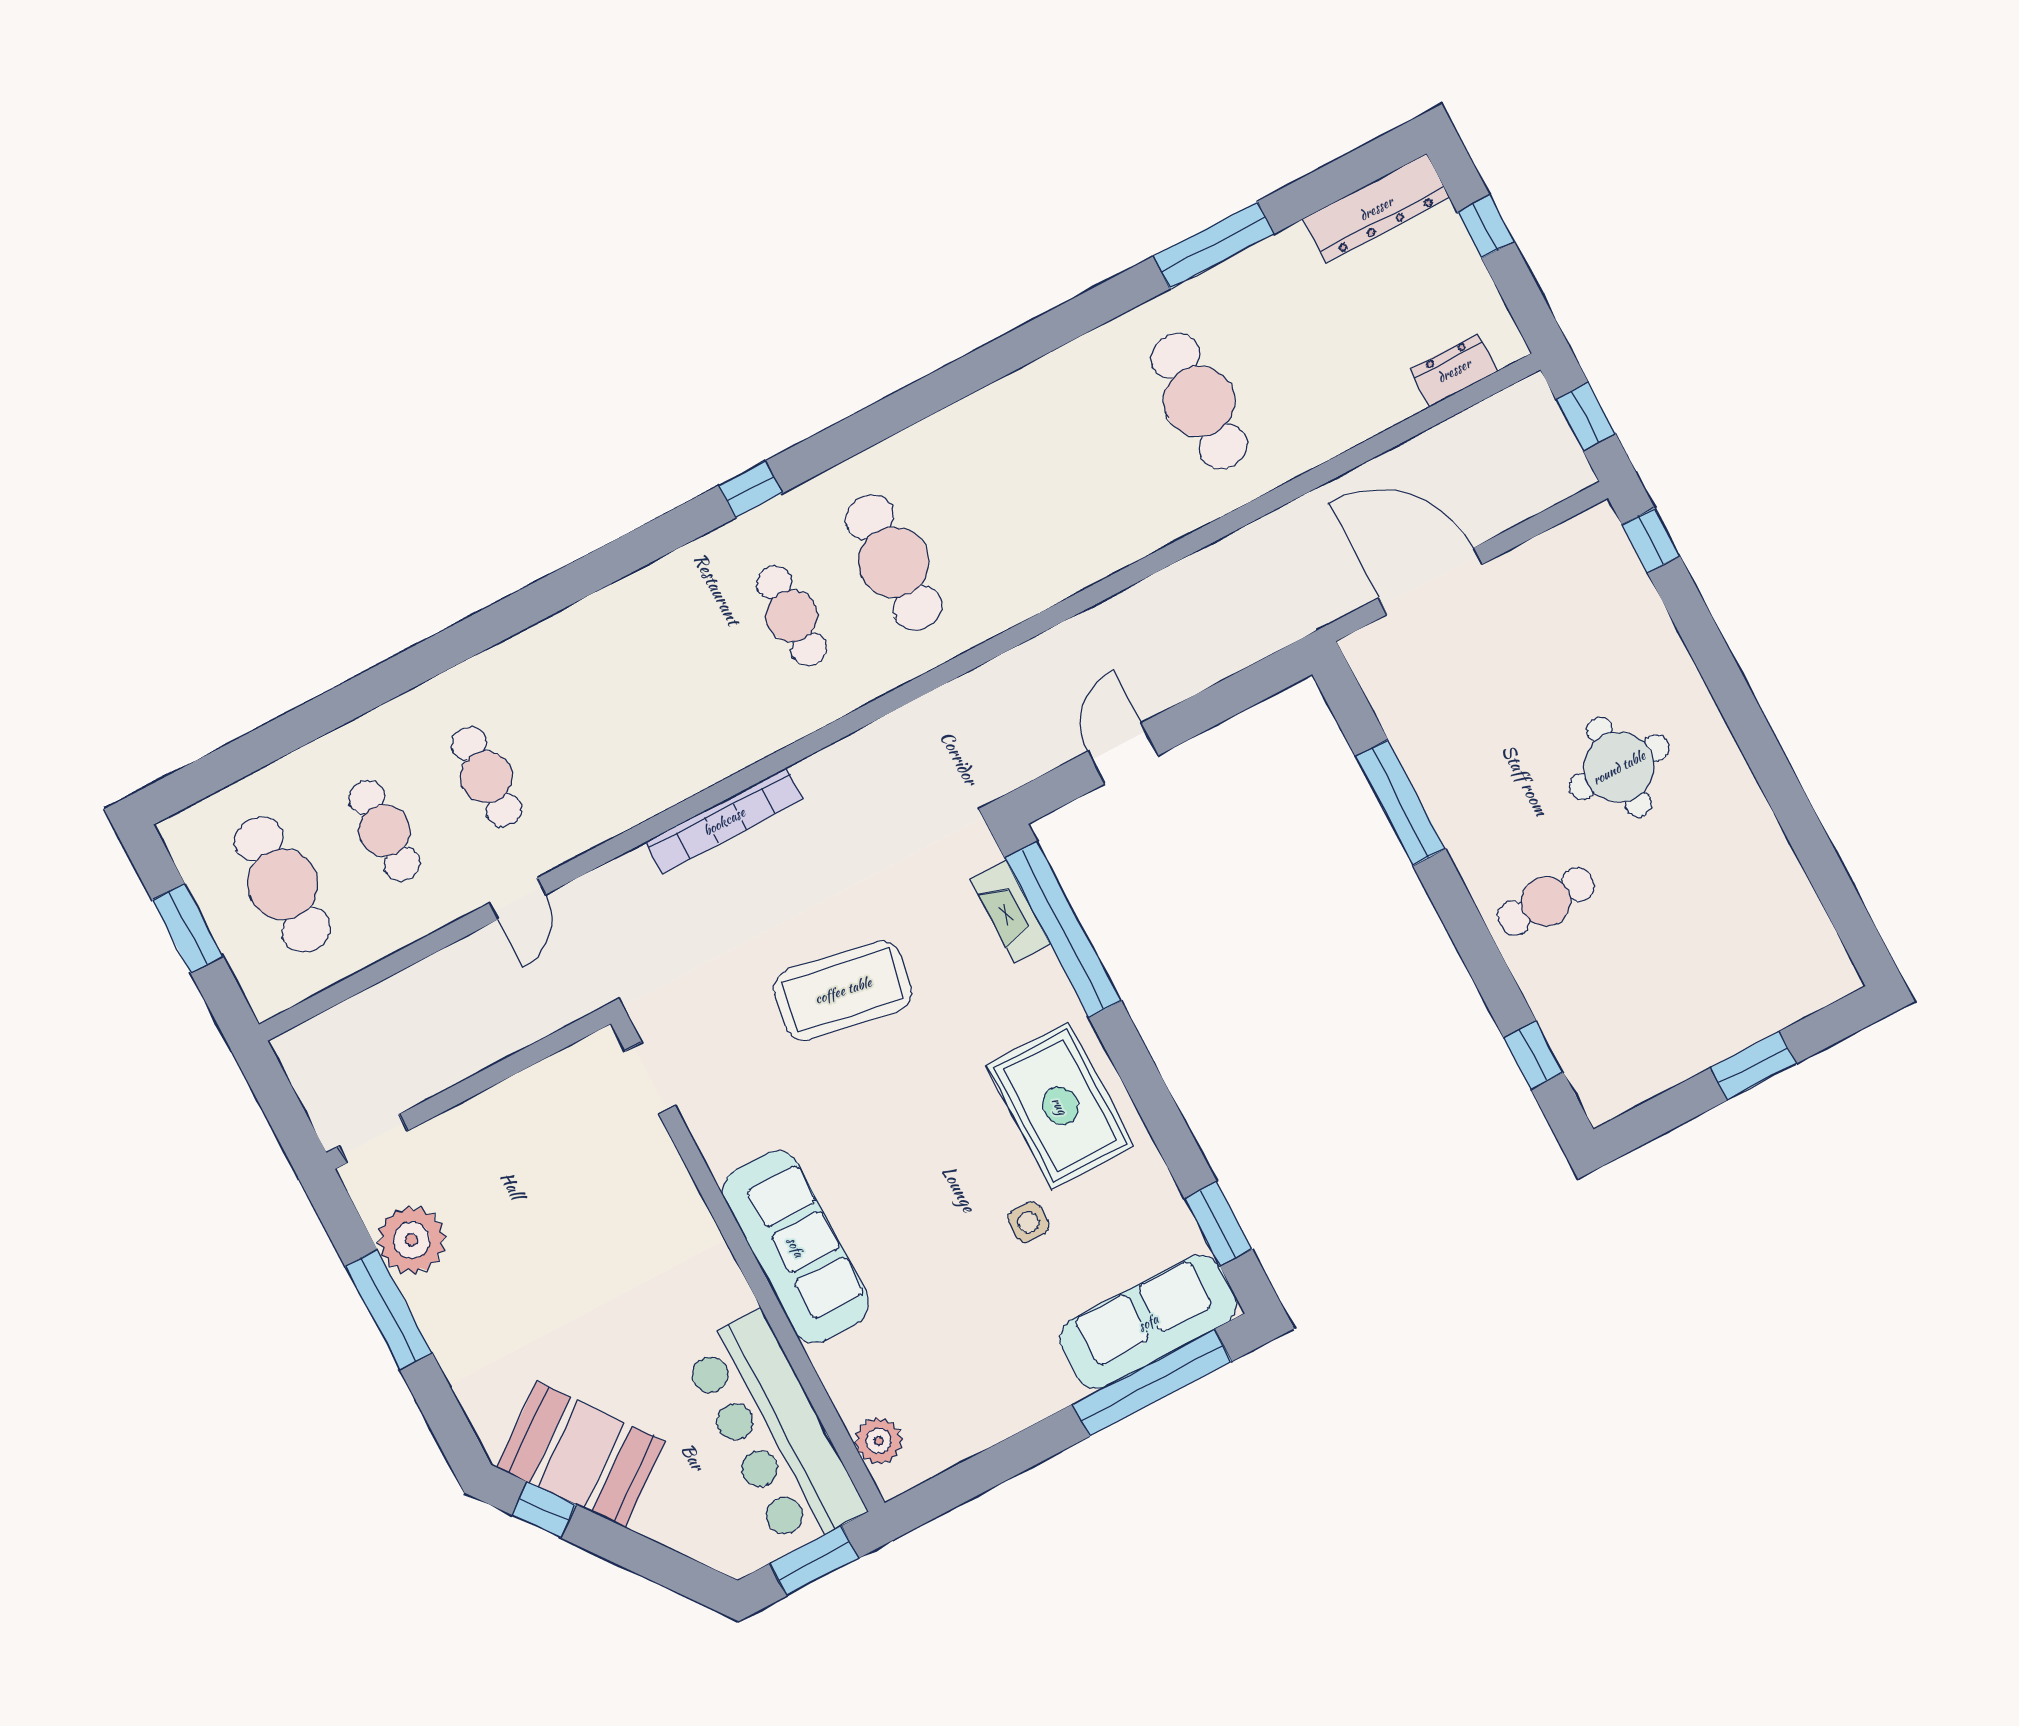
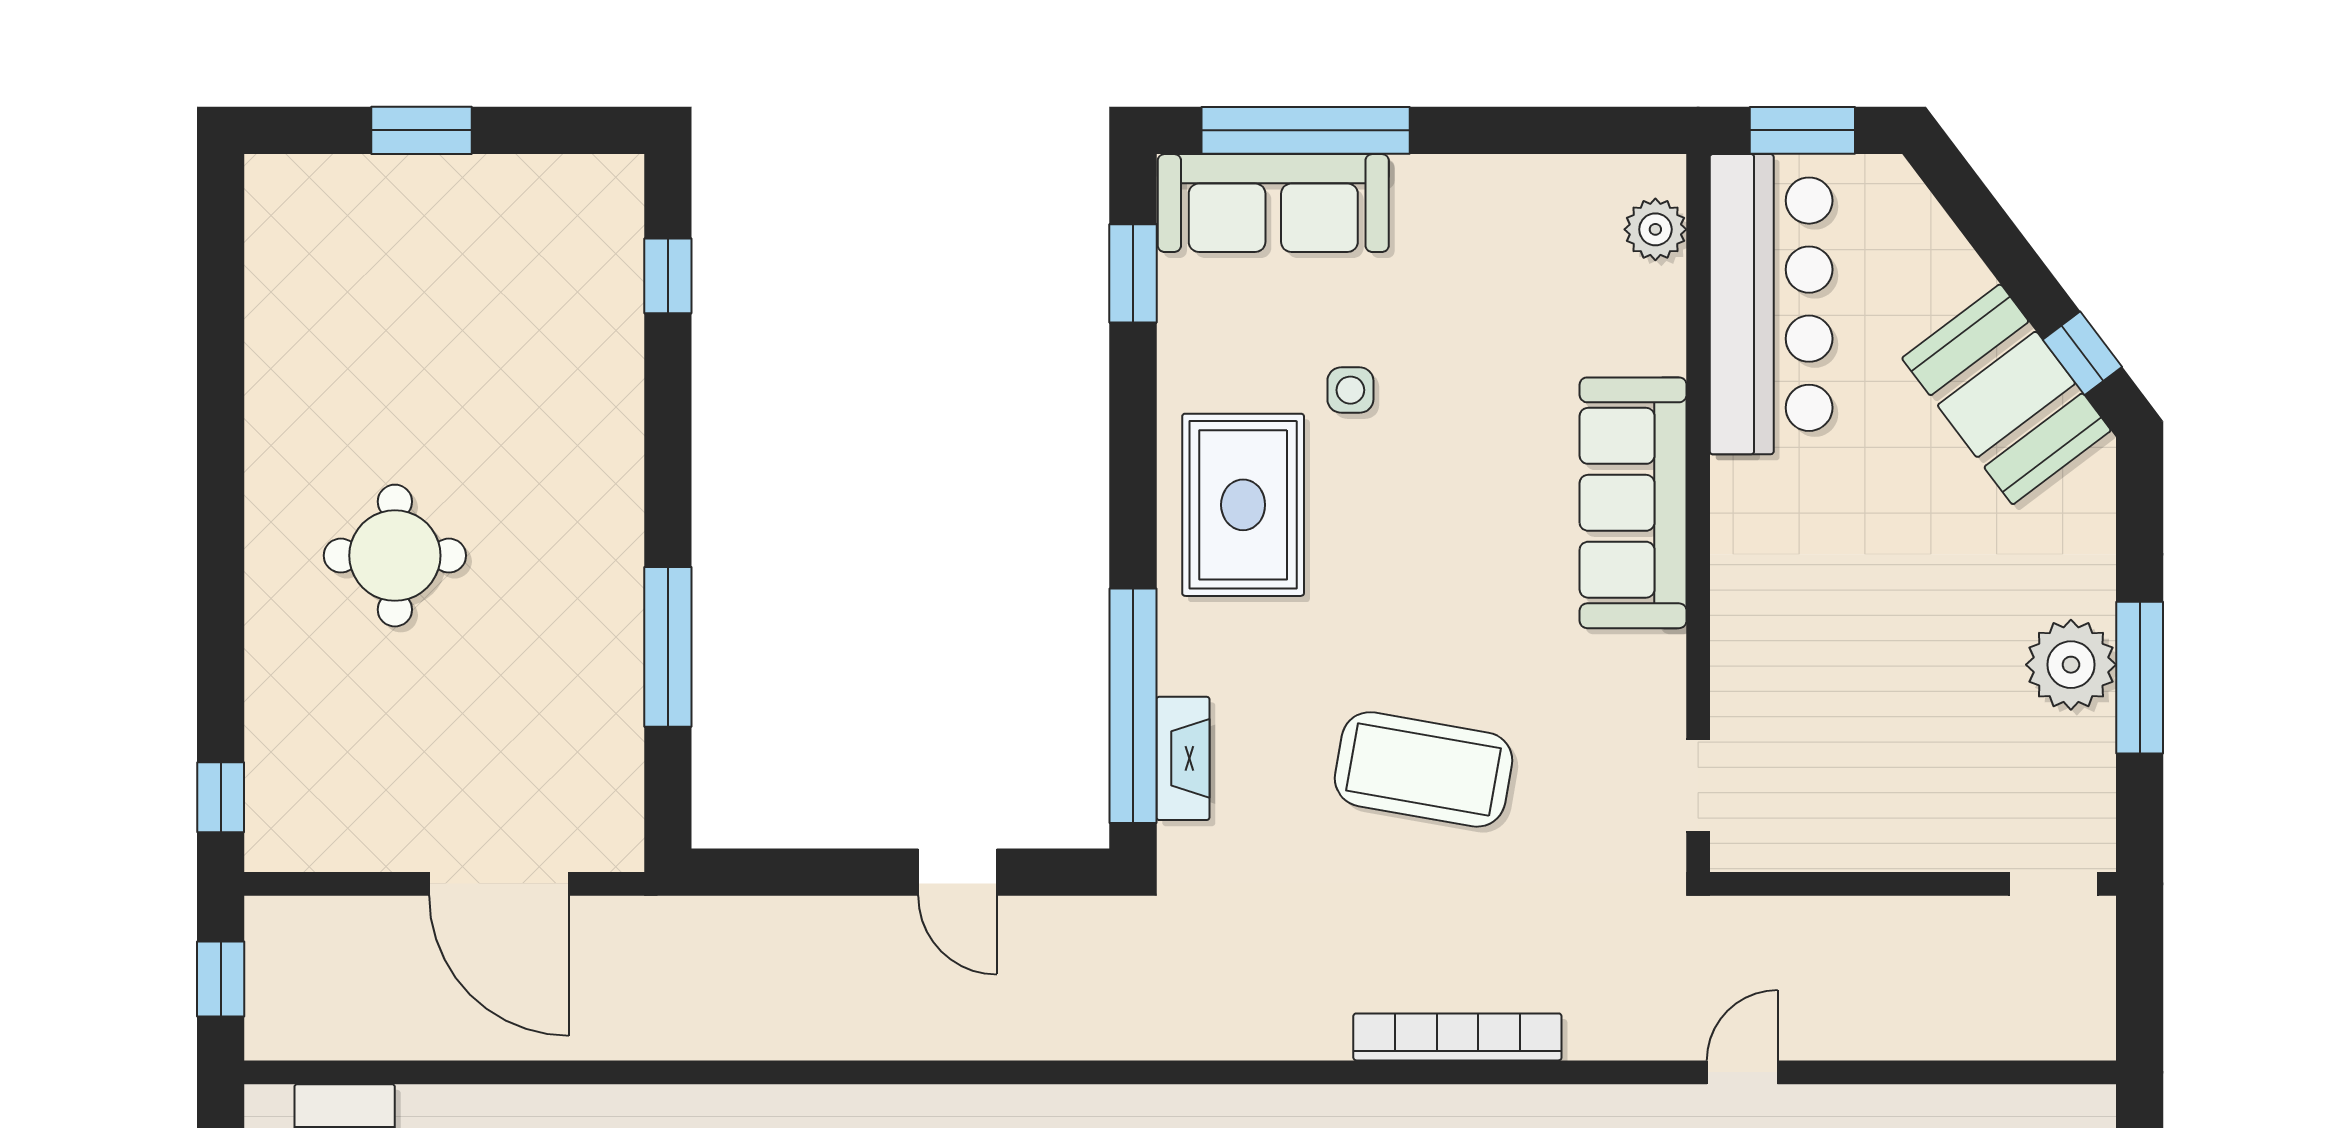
door: (1123, 753) -> (957, 872), hinge flipped
cafe table: (1546, 901) -> (561, 445), removed
plant: (412, 1240) -> (2071, 665), moved

